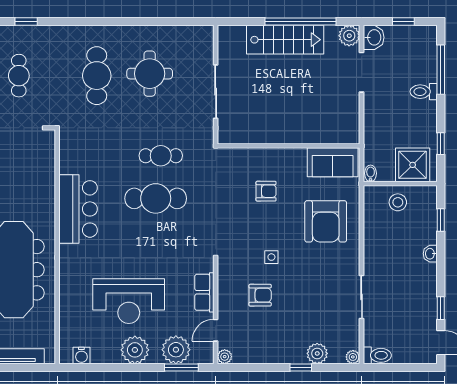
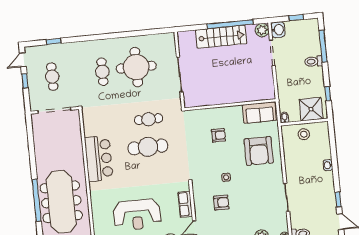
round table: (150, 74) -> (136, 67), width x1.36, depth x1.36
cafe table: (97, 76) -> (102, 72), width x0.73, depth x0.74
window: (441, 220) -> (333, 143), removed

